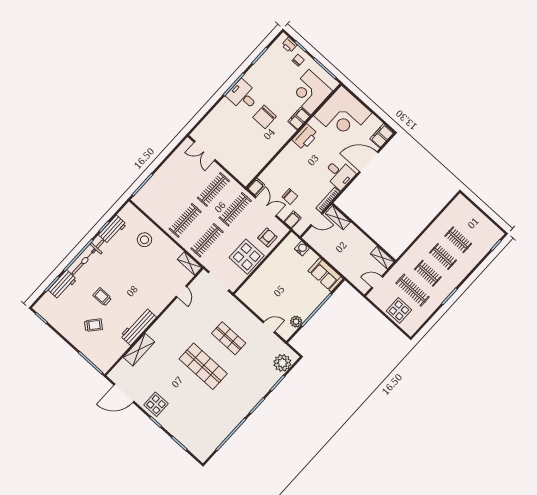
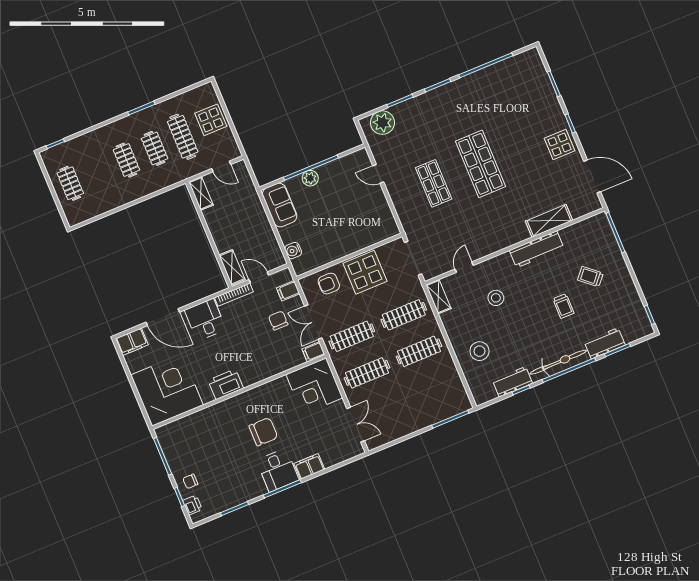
corner desk: (310, 92) -> (314, 386), moved, turned 90
filing cabinet: (299, 119) -> (309, 467), moved, turned 180
clothes rail: (458, 240) -> (70, 183), moved
stool: (150, 281) -> (496, 298), added
plant: (296, 322) -> (310, 178), moved

